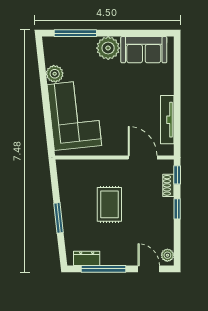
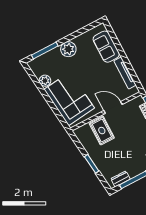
sofa: (144, 50) -> (106, 47), moved, turned 90
door: (143, 158) -> (113, 107), moved
rug: (109, 204) -> (102, 131), moved

